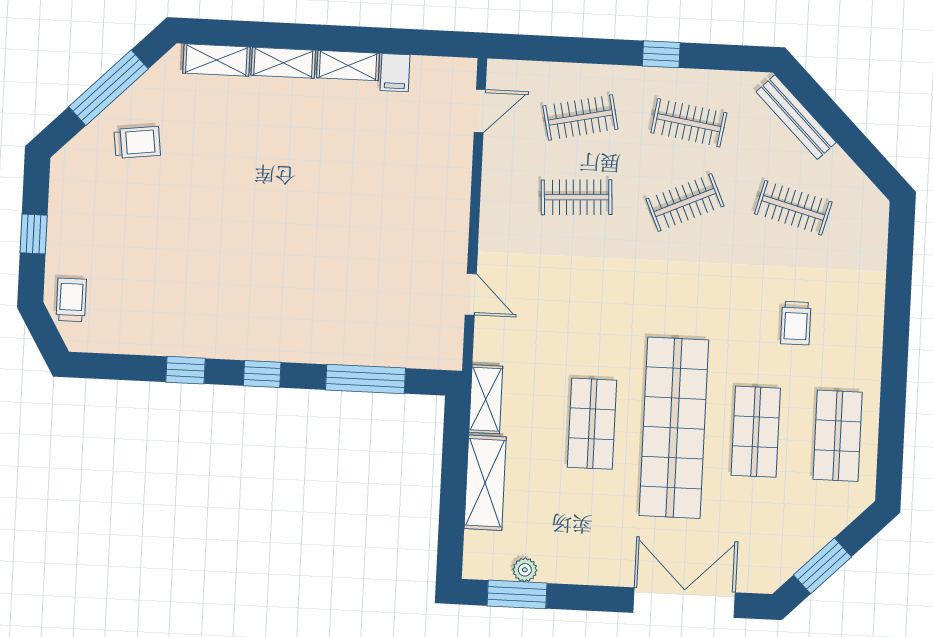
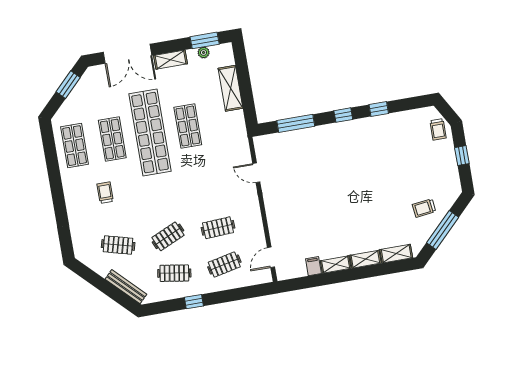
shelving: (486, 399) -> (171, 60), moved, turned 90

